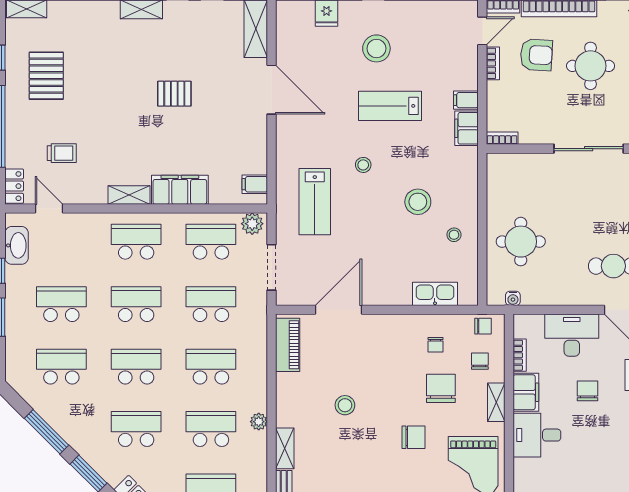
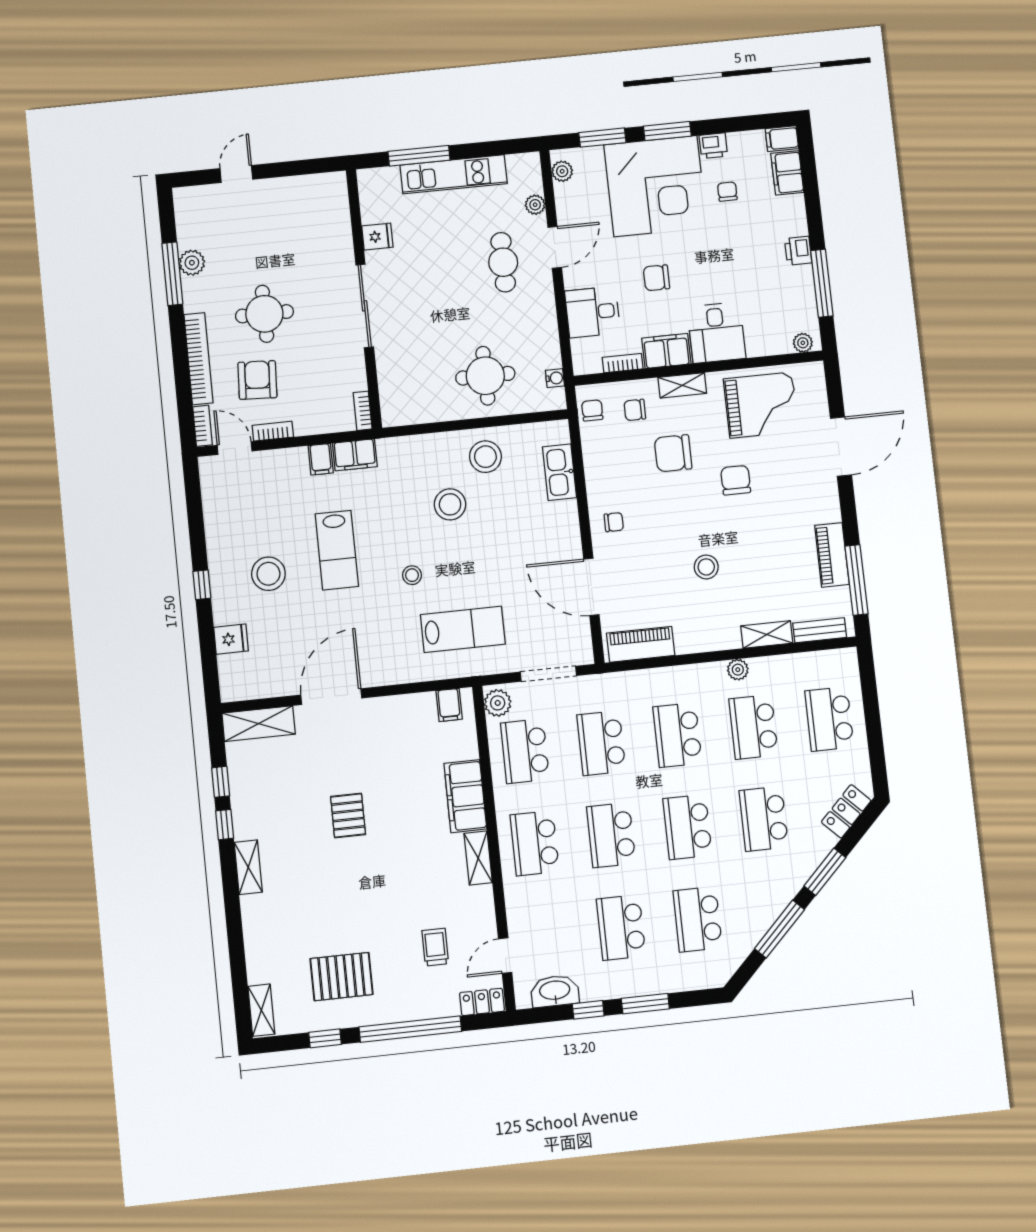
stool: (454, 235) -> (485, 457), width x1.89, depth x1.89
desk: (572, 335) -> (592, 312), width x0.73
chair: (435, 345) -> (614, 522), moved

